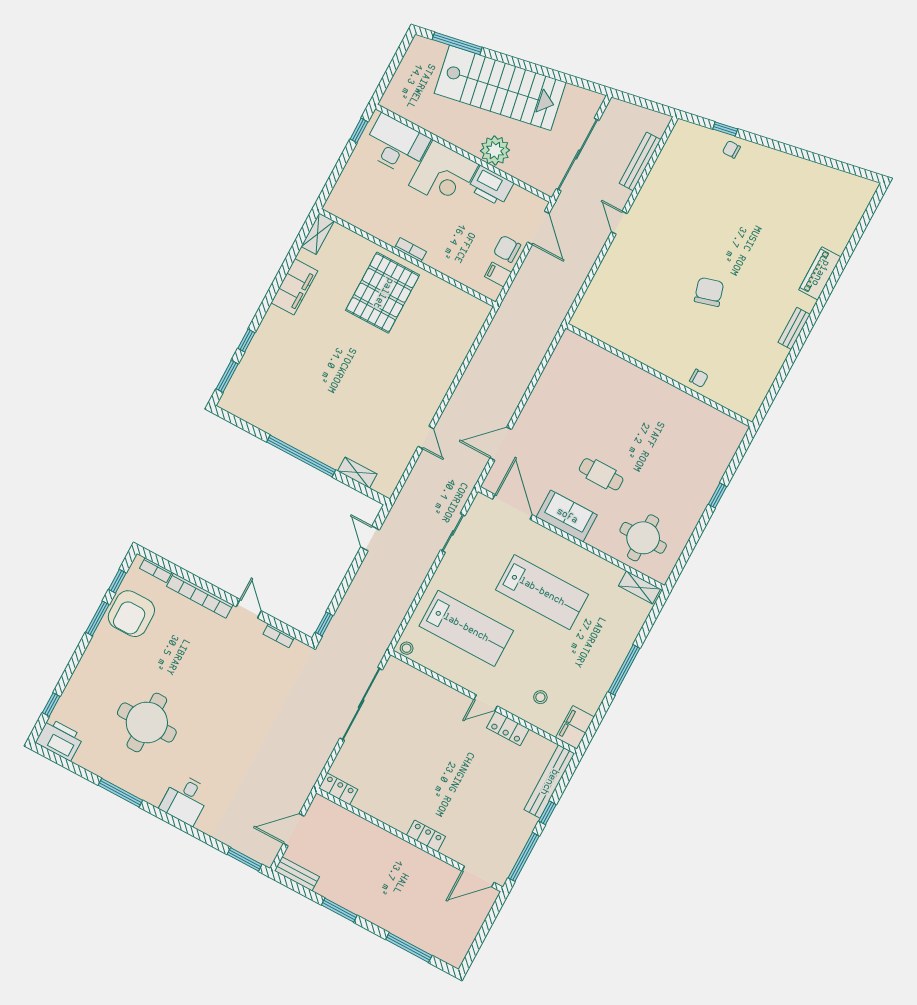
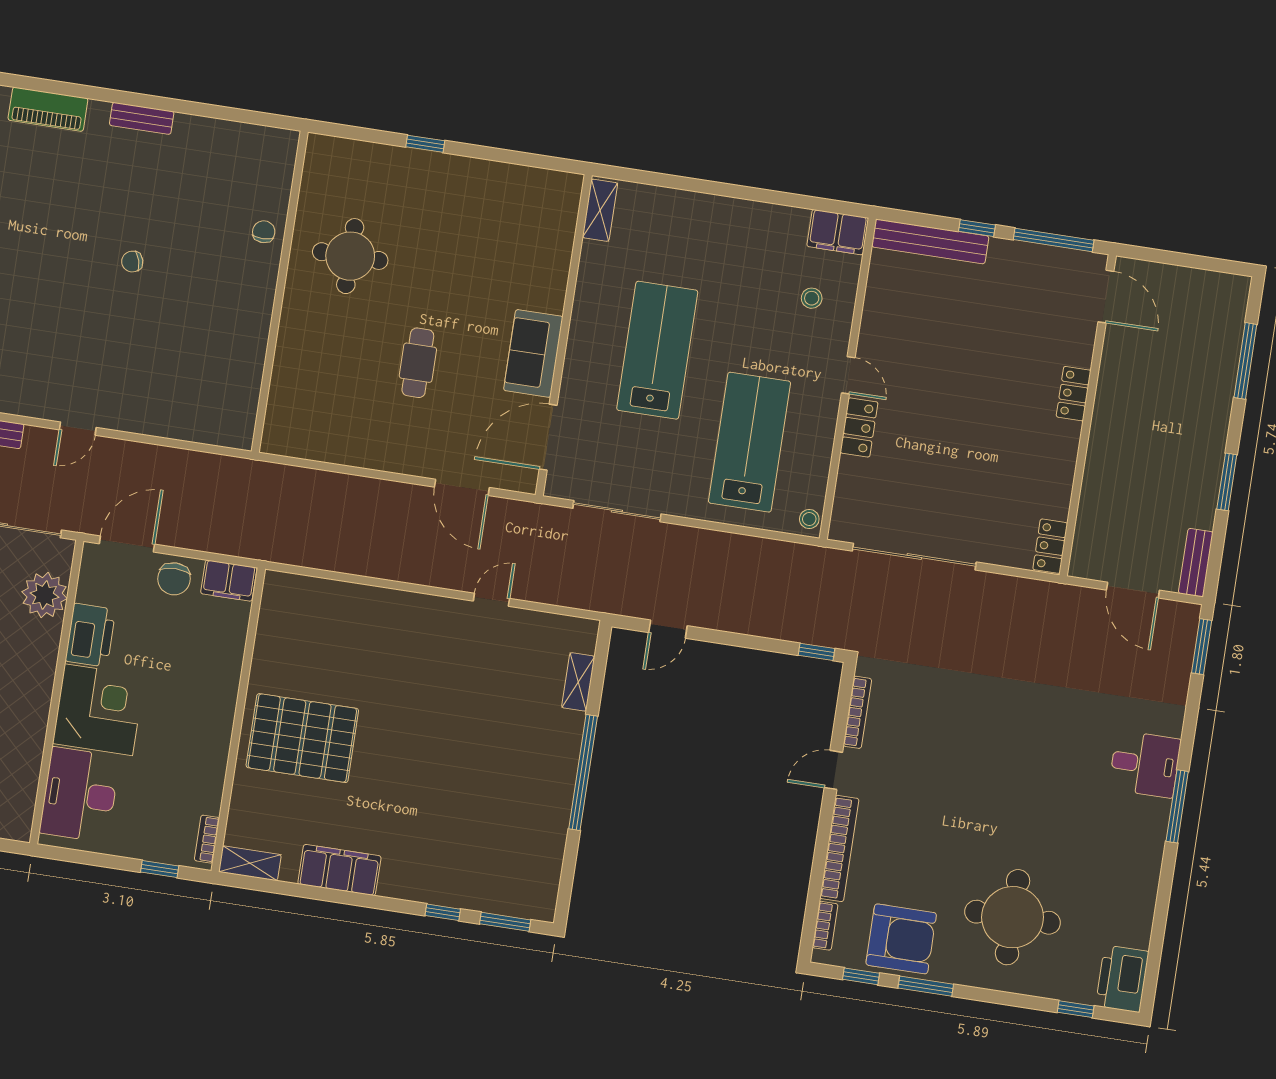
window: (359, 130) -> (160, 869), moved
plant: (495, 151) -> (45, 595), moved
bookcase: (411, 250) -> (207, 839), moved
filing cabinet: (498, 274) -> (229, 581), width x2.00
chair: (709, 292) -> (132, 262), width x0.54, depth x0.54
cafe table: (601, 474) -> (418, 363), moved
sliding door: (453, 533) -> (617, 511), width x1.37
round table: (643, 538) -> (350, 256), moved
bookcase: (279, 636) -> (857, 712), width x1.56
window: (624, 670) -> (729, 190), removed
round table: (147, 723) -> (1013, 917), moved
locker: (508, 728) -> (859, 427), moved
window: (120, 793) -> (1177, 806), moved

